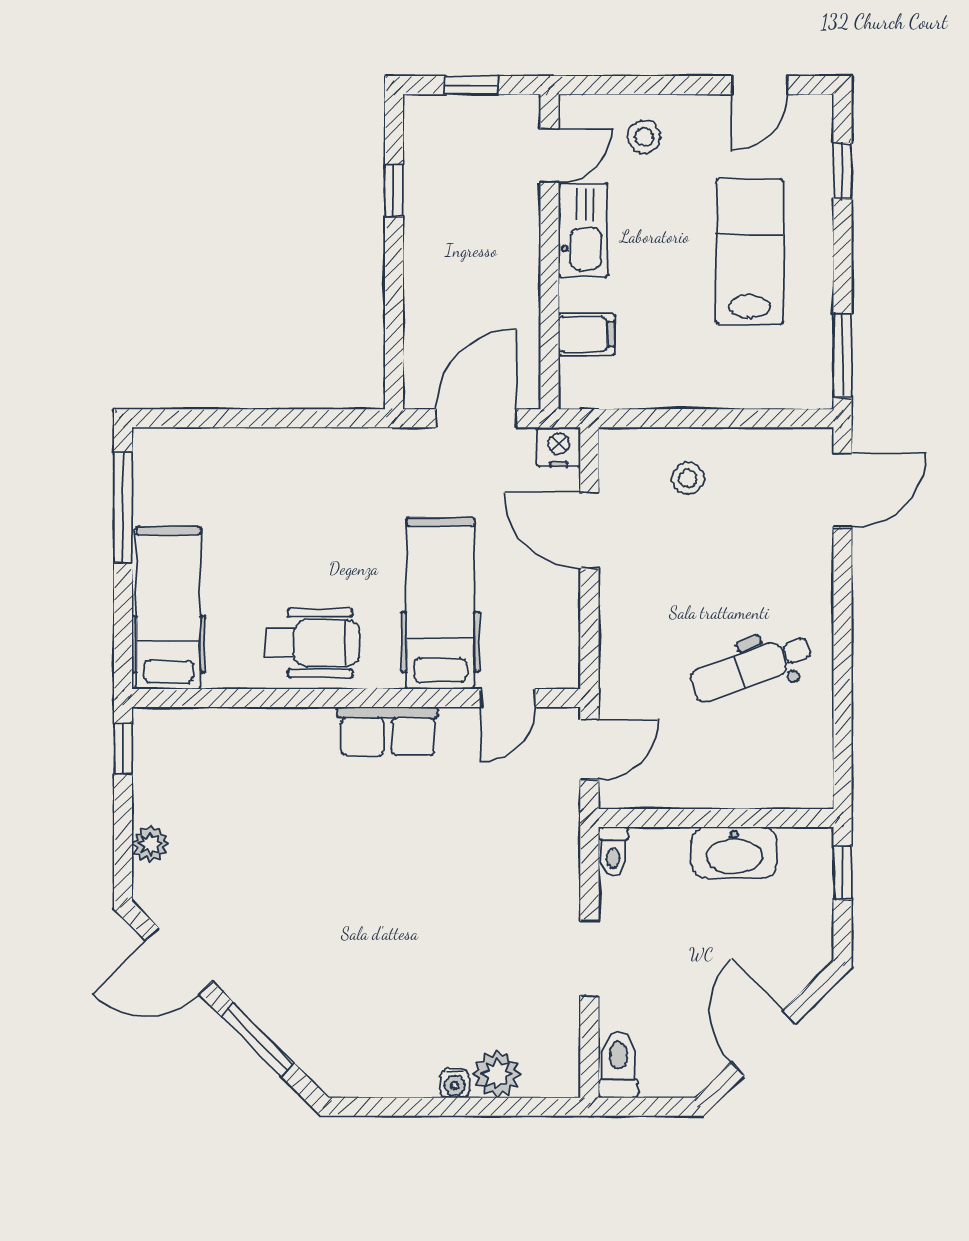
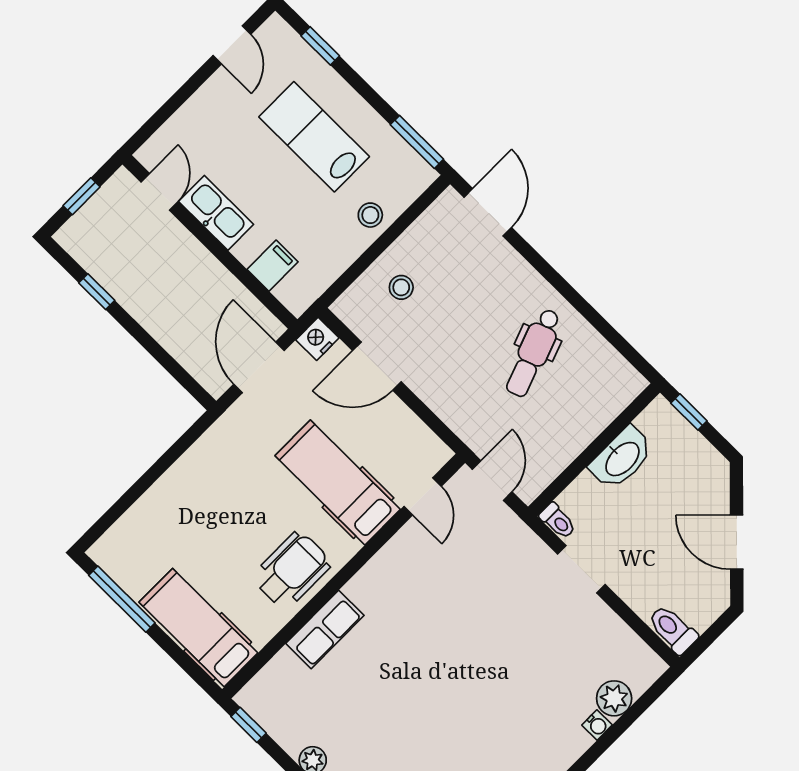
stool: (644, 137) -> (370, 215), moved
row of seats: (387, 731) -> (325, 629), moved
doorway: (589, 958) -> (581, 569), moved

